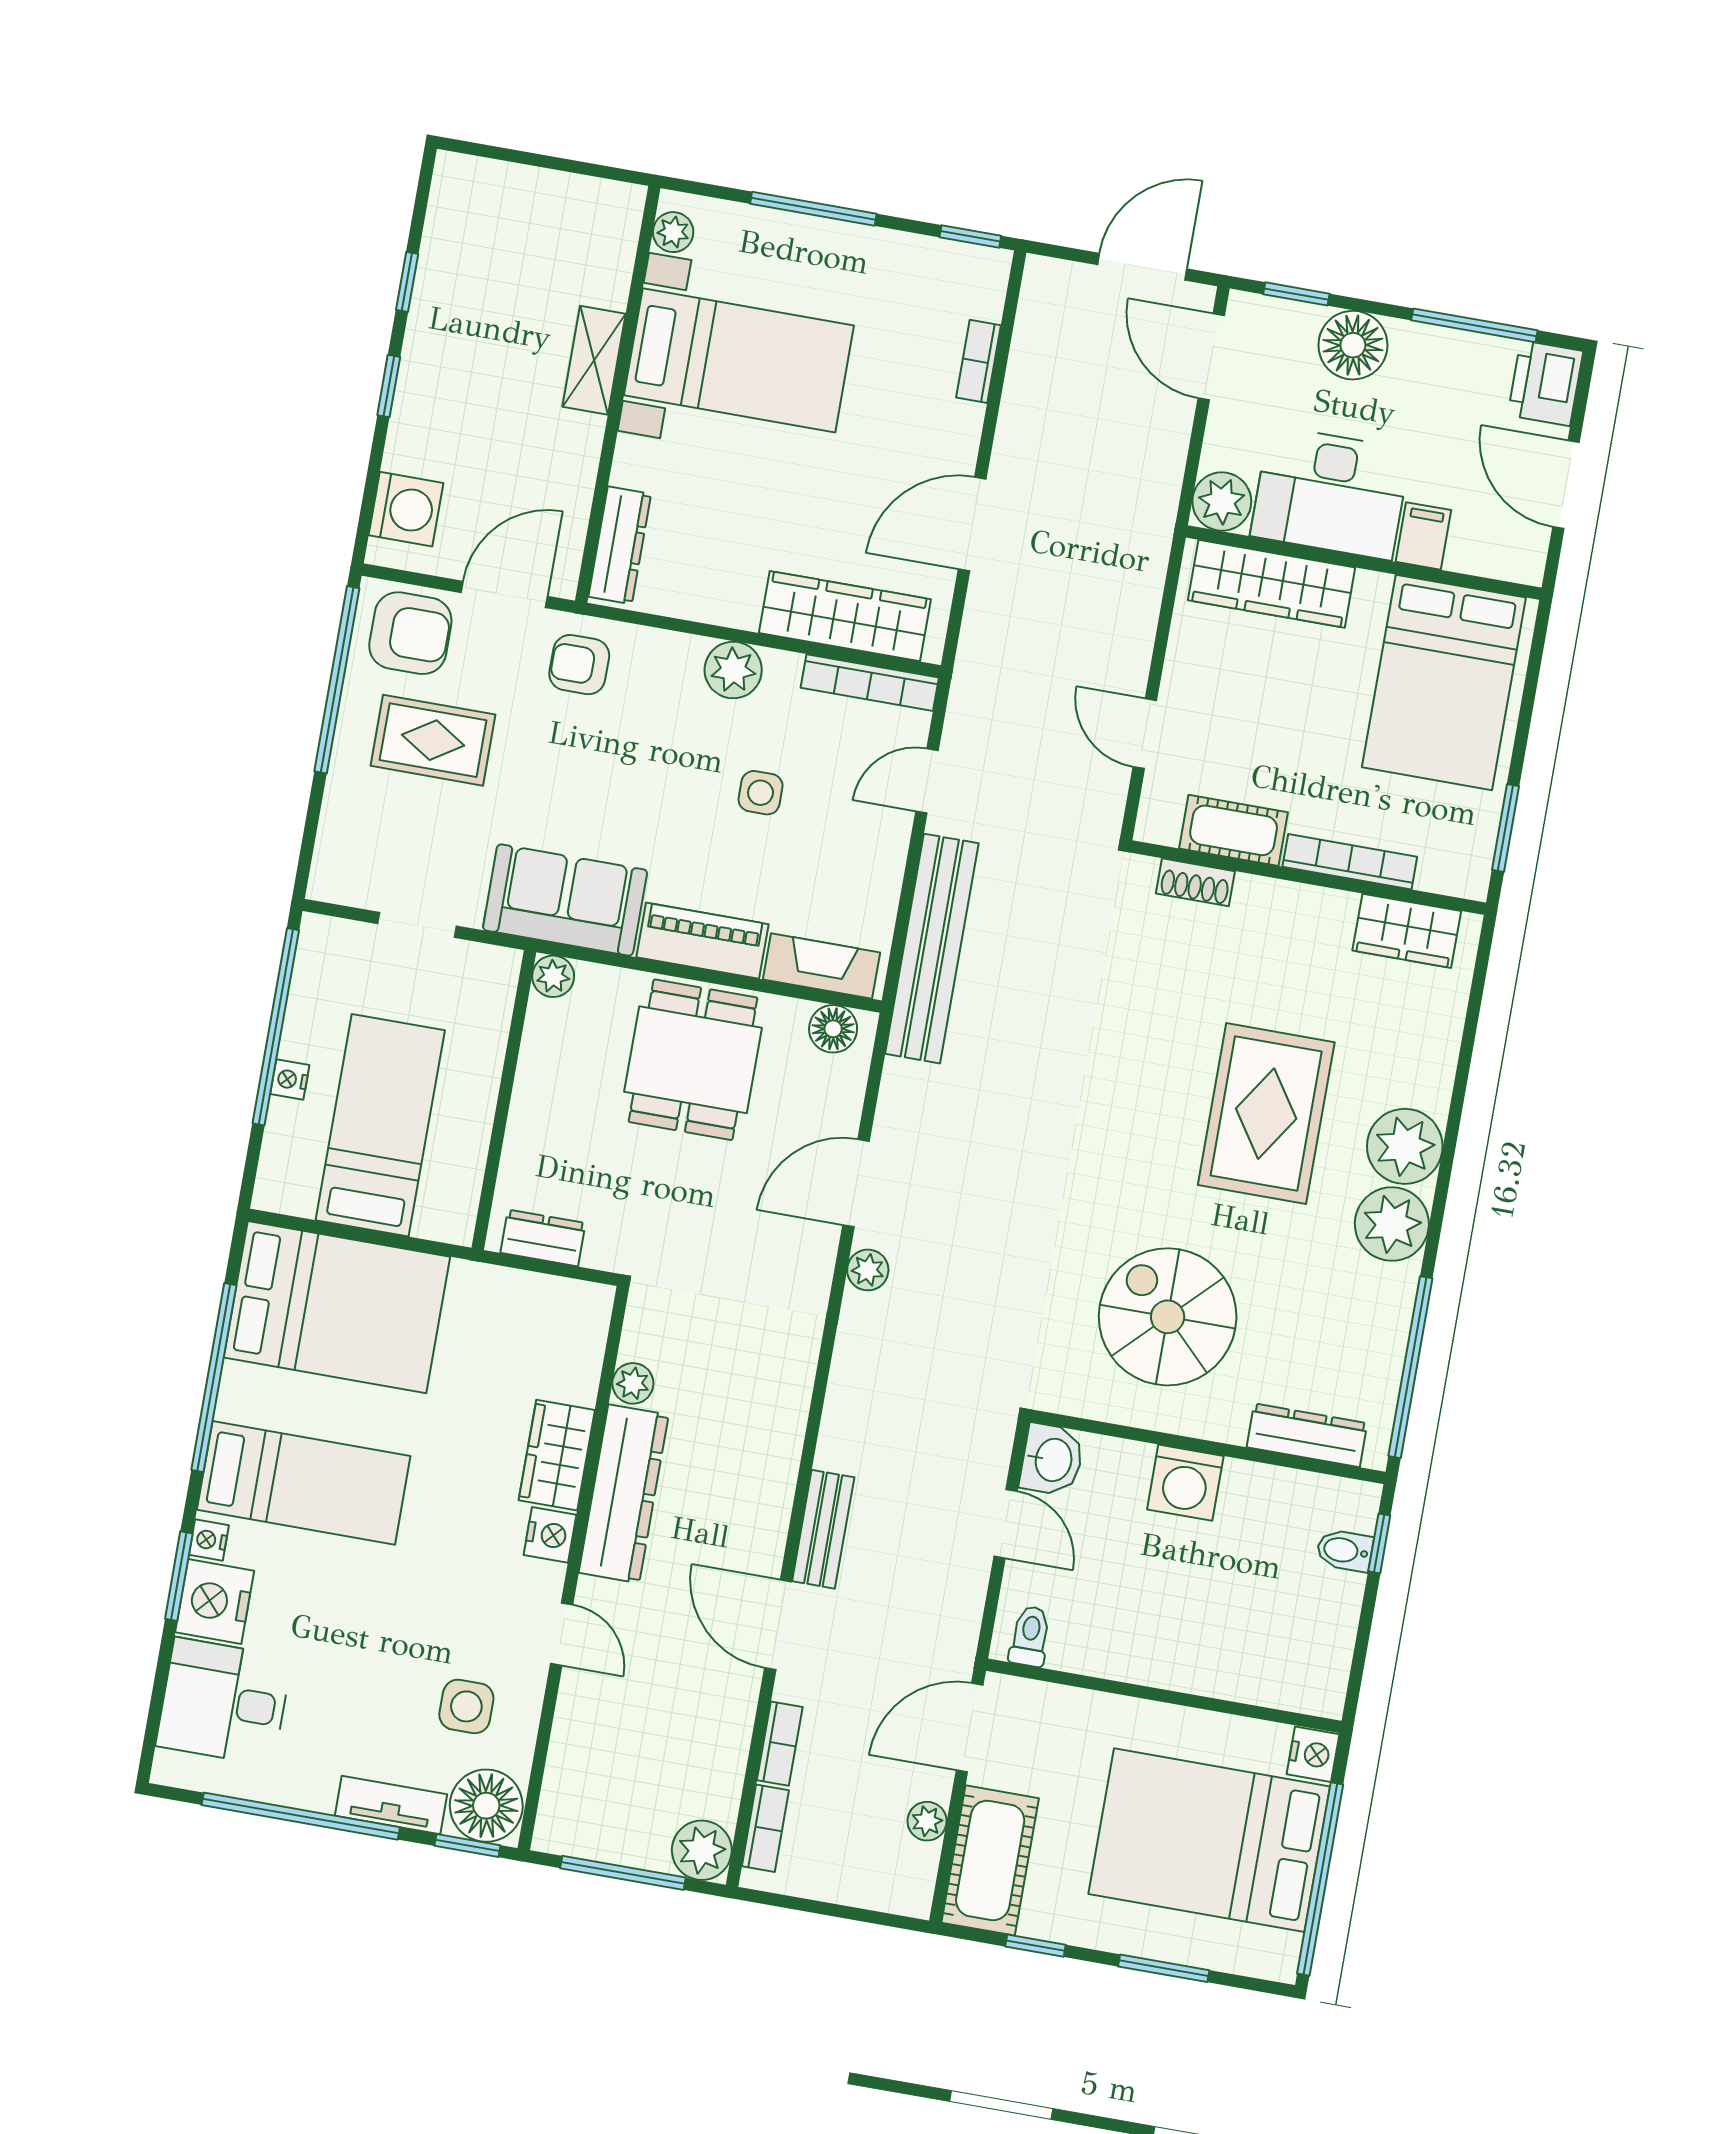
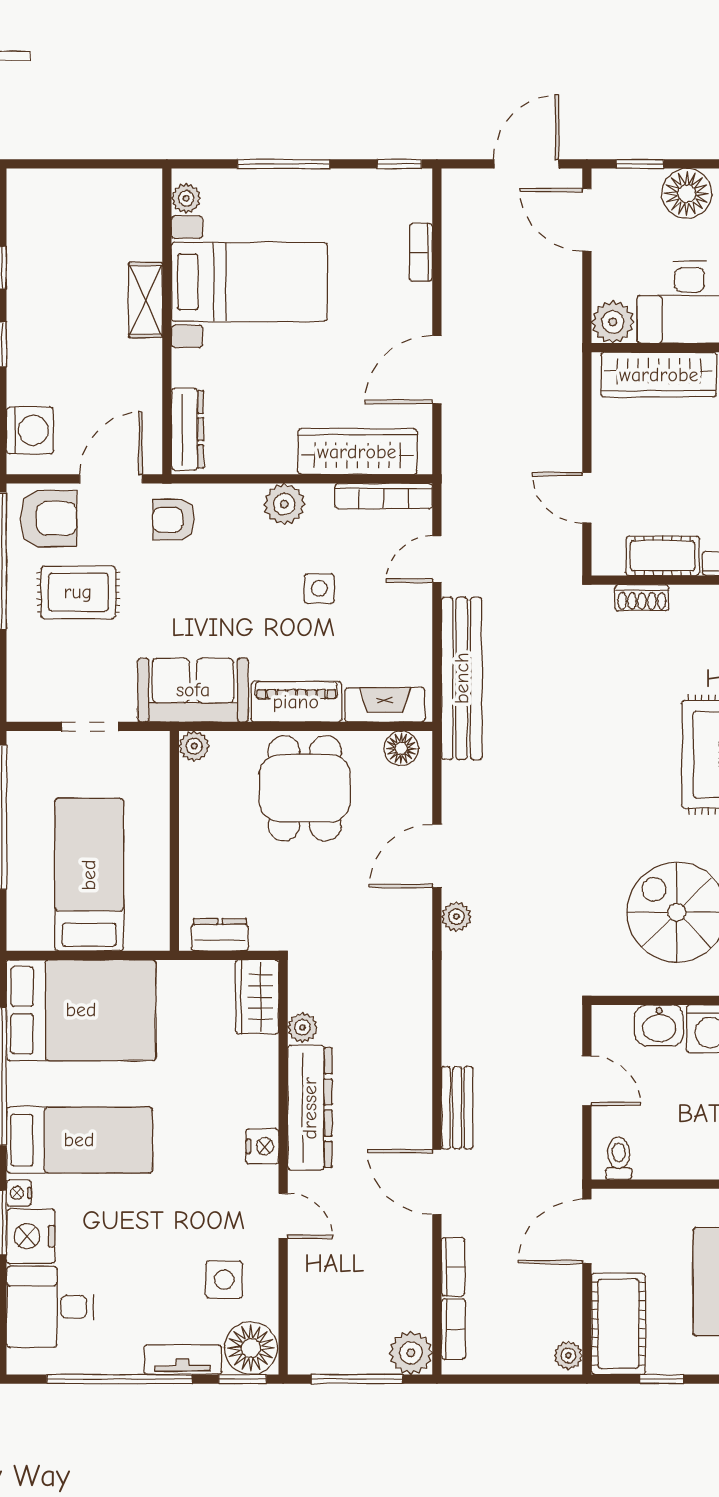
nightstand: (290, 1080) -> (19, 853), removed
wardrobe: (557, 1455) -> (257, 997), moved
washbasin: (1052, 1460) -> (659, 1025), moved, turned 90
plant: (927, 1821) -> (568, 1355), moved

